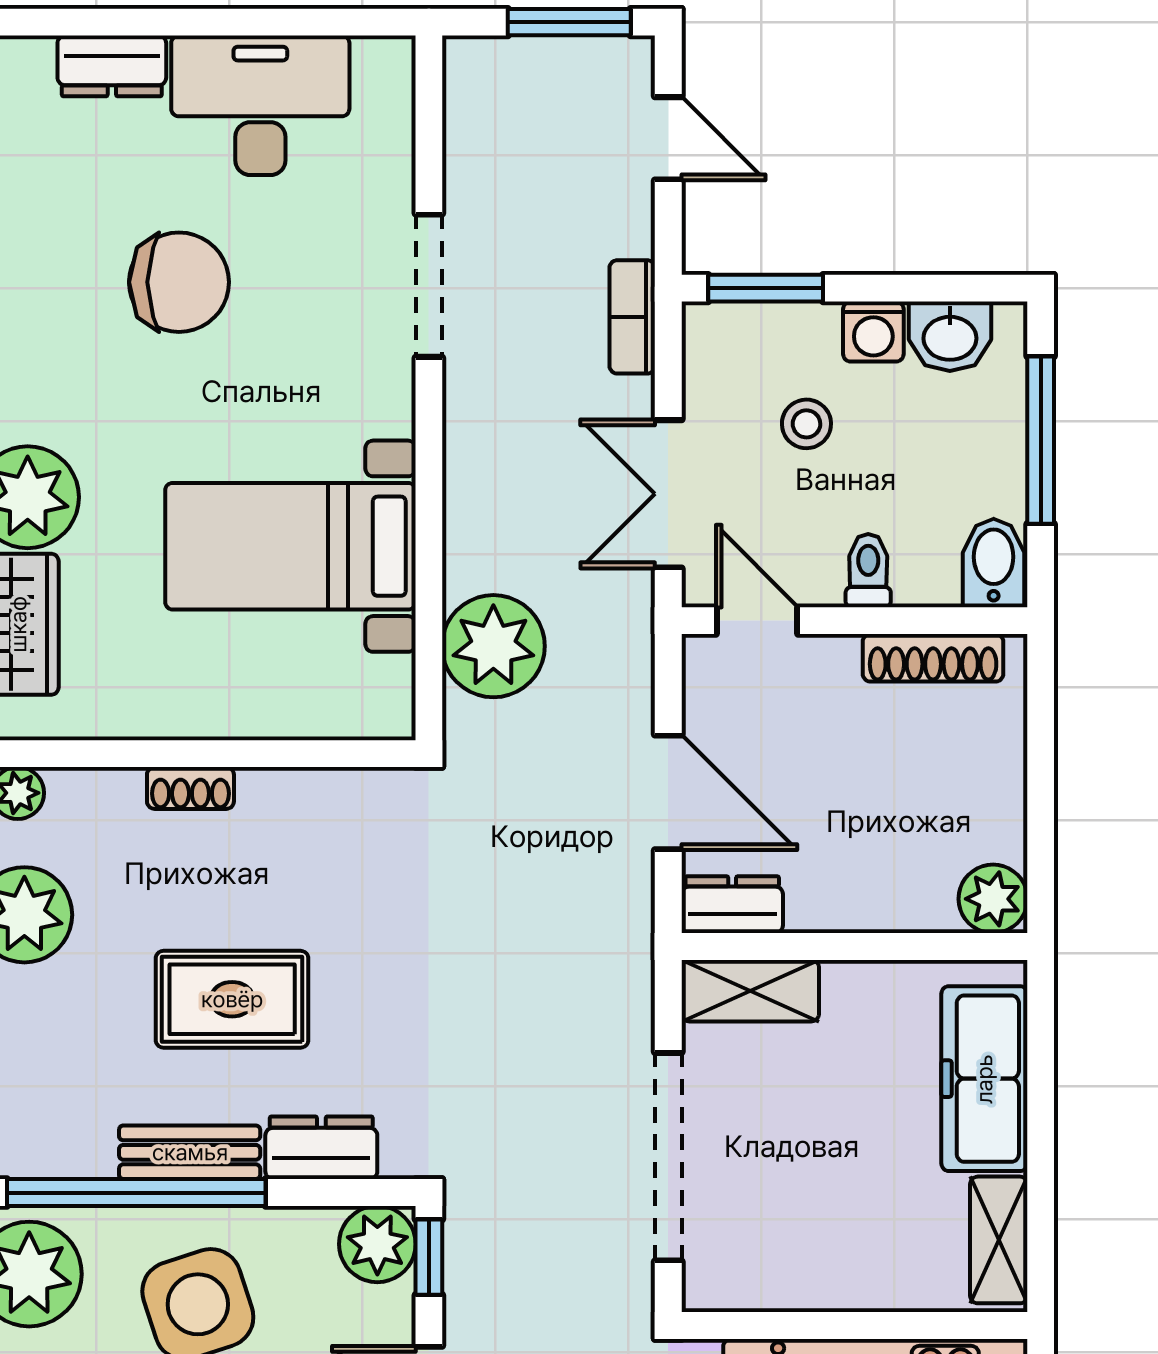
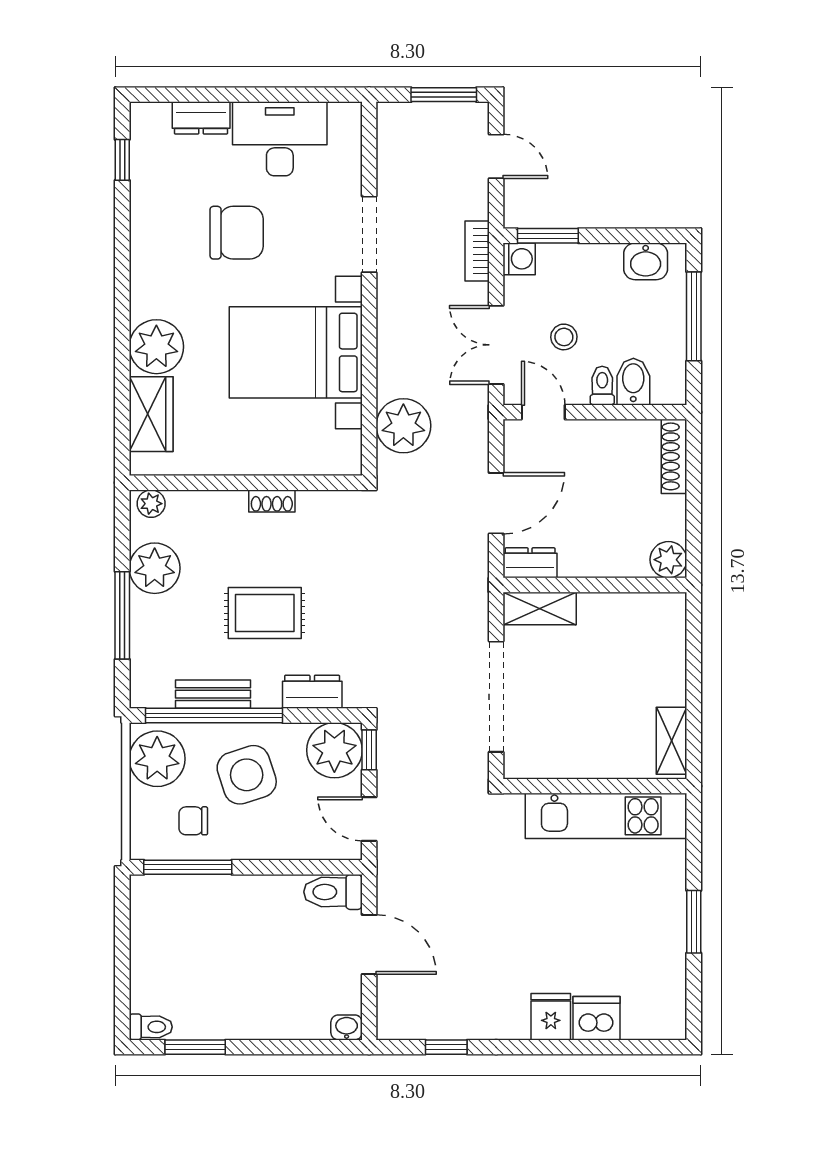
washing machine: (873, 332) -> (519, 259), moved, turned -90
stool: (806, 424) -> (564, 337), moved
bed with nightstands: (290, 546) -> (296, 352), width x1.36
bidet: (994, 563) -> (633, 382), moved
shoe rack: (933, 658) -> (674, 456), moved, turned 90
shoe rack: (190, 788) -> (272, 501), moved
door: (668, 792) -> (496, 503), hinge flipped
freezer: (984, 1079) -> (664, 655), removed
bench: (190, 1152) -> (213, 694), moved
plant: (377, 1244) -> (334, 750), width x1.36, depth x1.36

